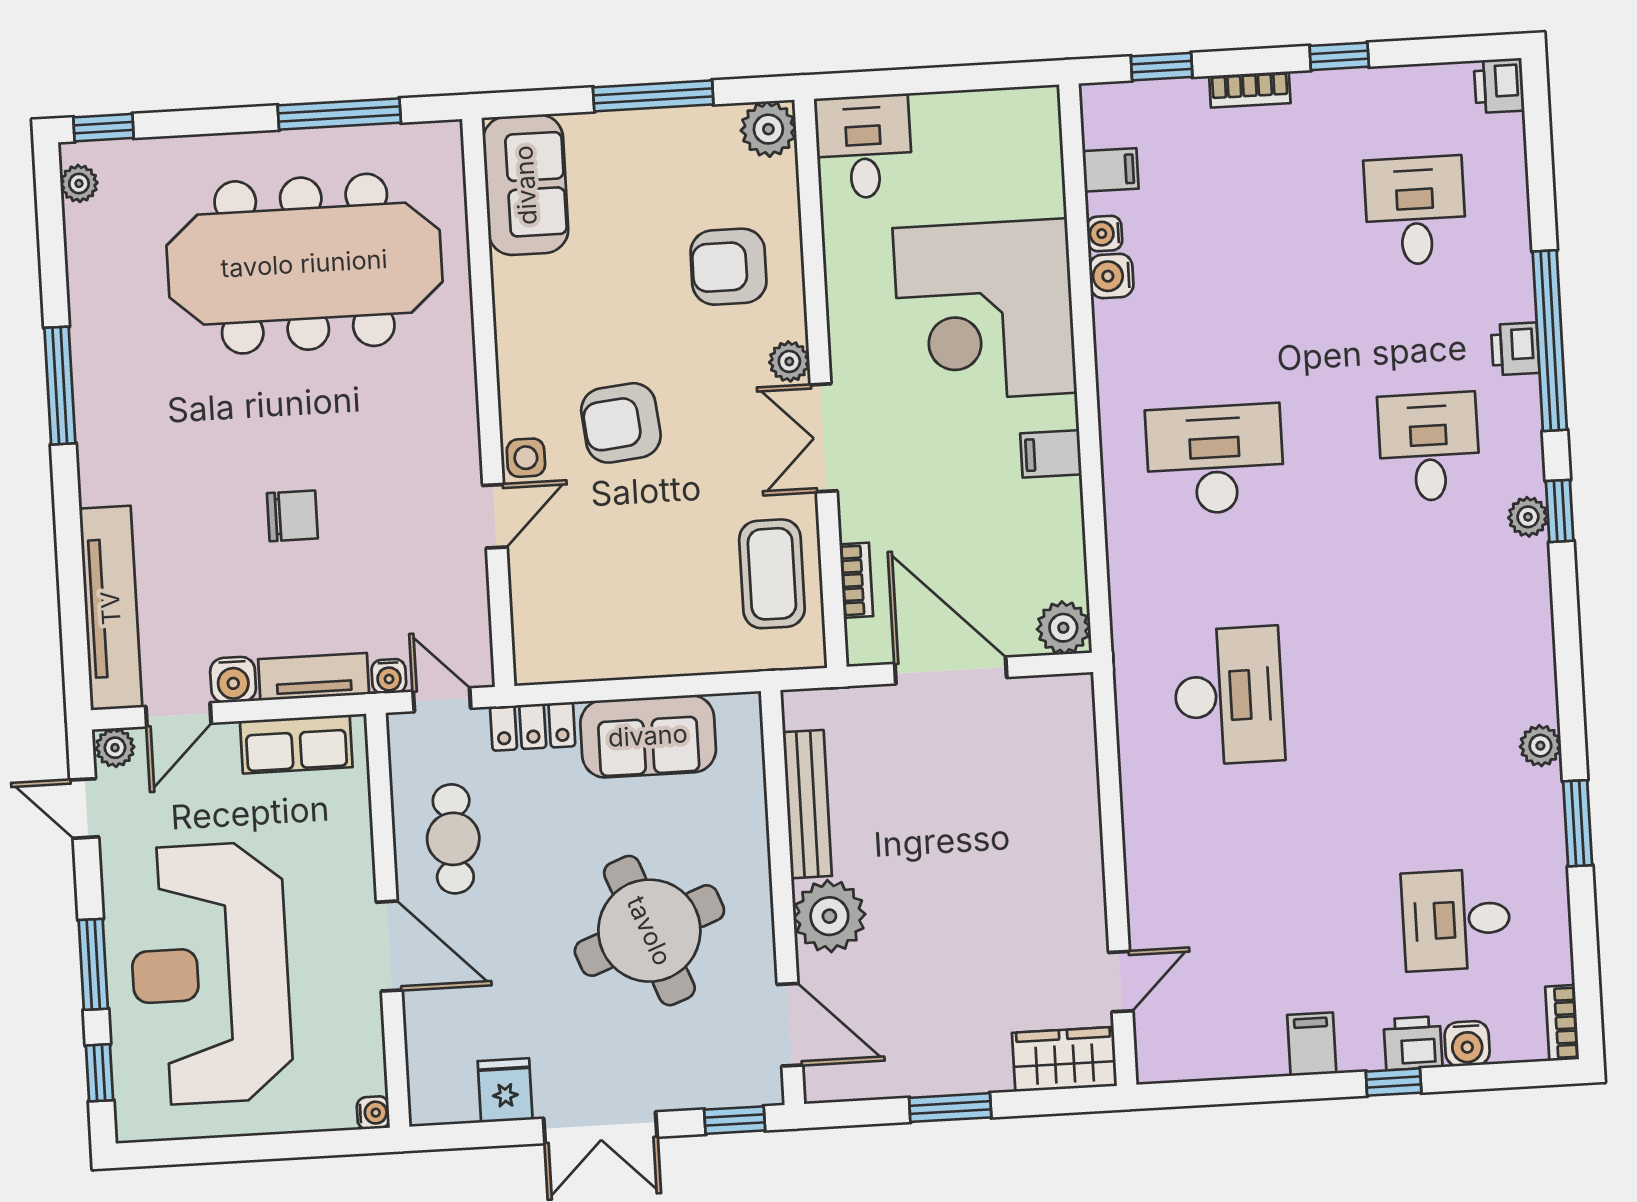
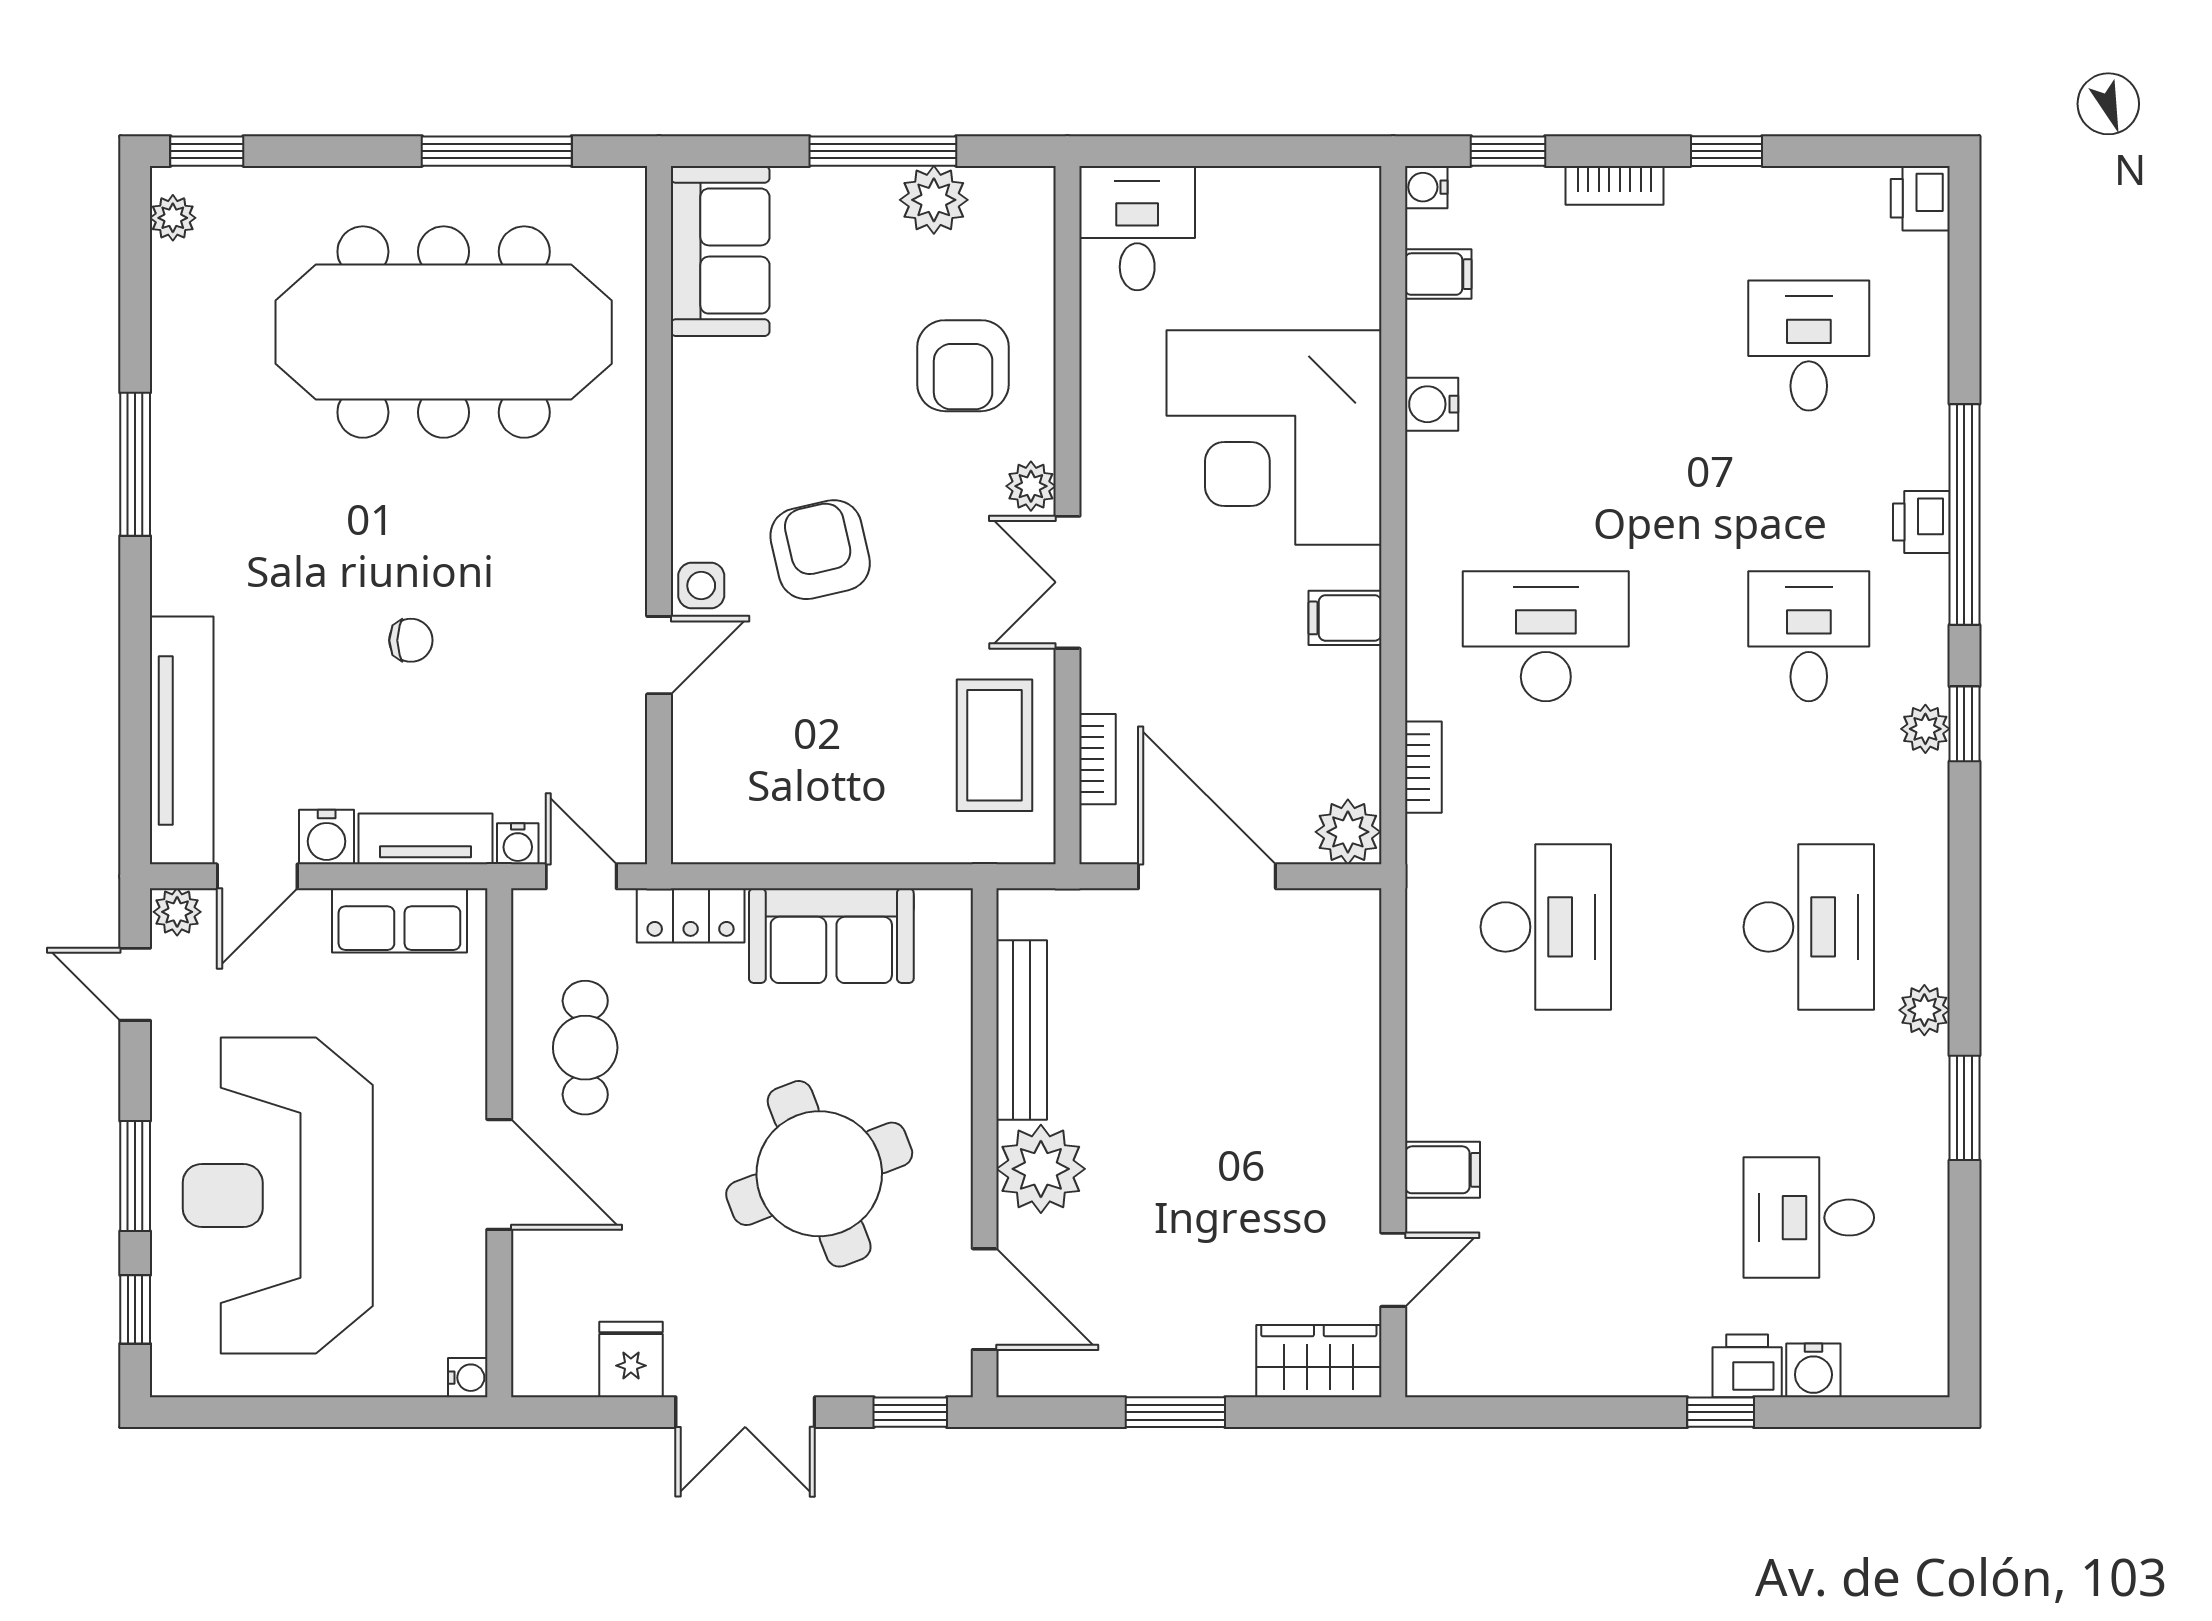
plant: (768, 129) -> (934, 200), moved
water cooler: (1104, 233) -> (1426, 187), moved
armchair: (728, 267) -> (963, 366), turned -90
armchair: (621, 423) -> (820, 550), turned 83
chair: (292, 516) -> (411, 640), width x0.73, depth x0.73
desk: (1443, 683) -> (1809, 927), added
bookcase: (1562, 1023) -> (1423, 767), moved, turned 180
filing cabinet: (1312, 1044) -> (1442, 1170), moved, turned 90

